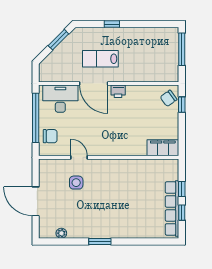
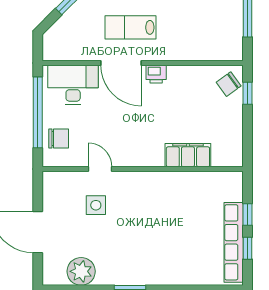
filing cabinet: (163, 148) -> (188, 155), moved
plant: (61, 233) -> (81, 271), width x1.88, depth x1.88

